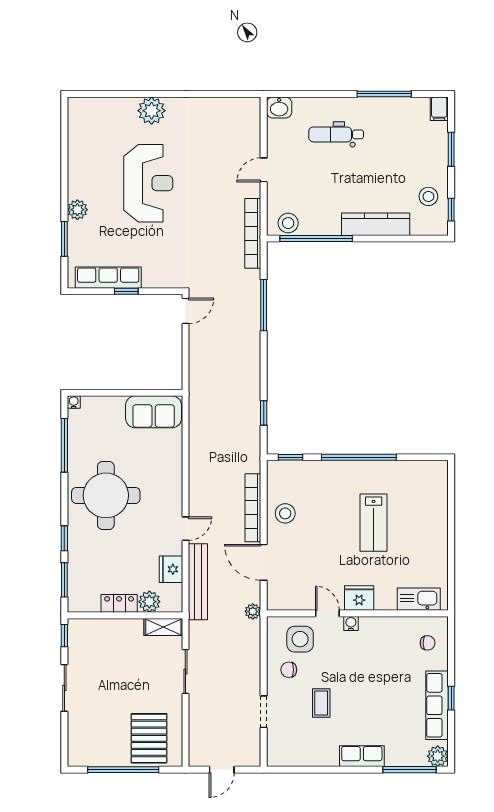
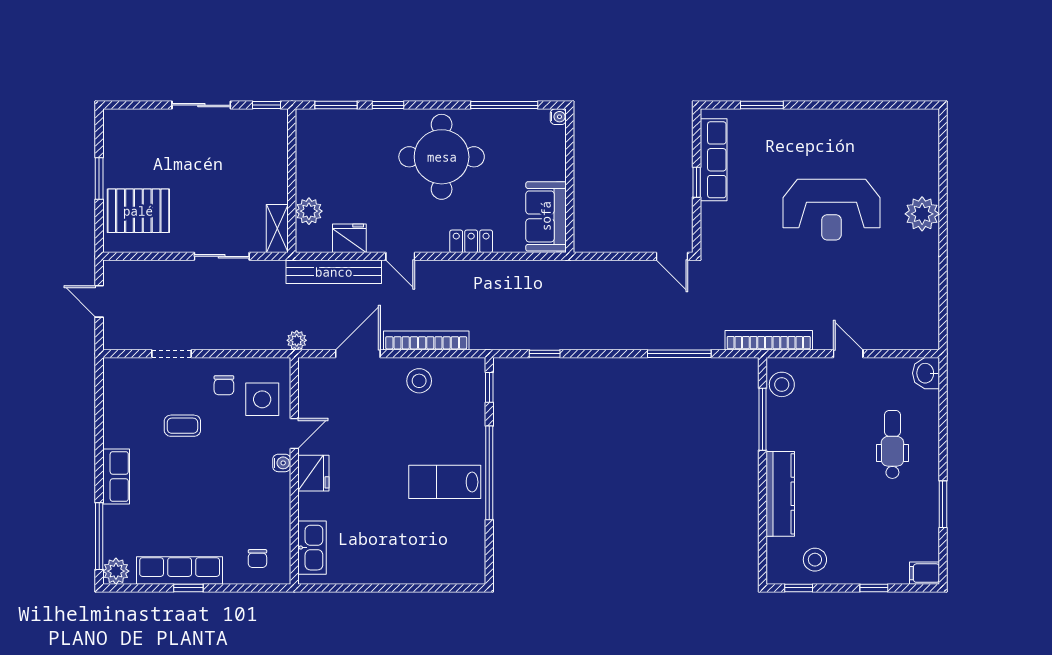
window: (384, 94) -> (943, 504), width x0.69
window: (451, 149) -> (874, 588), width x0.67
plant: (77, 210) -> (798, 121), removed
window: (316, 238) -> (762, 419), width x0.68
lab bench: (374, 523) -> (445, 482), moved
locker: (119, 603) -> (471, 241), moved, turned -90
chair: (289, 670) -> (224, 385), turned 180
window: (123, 770) -> (99, 178), width x0.47

